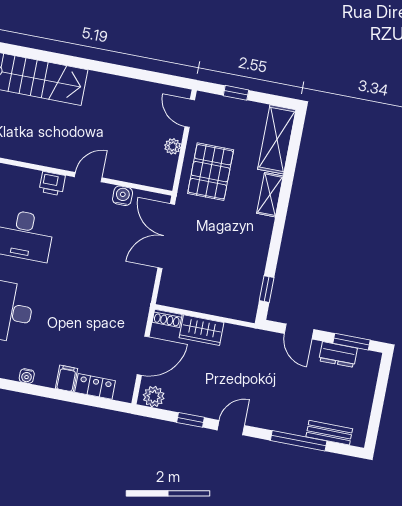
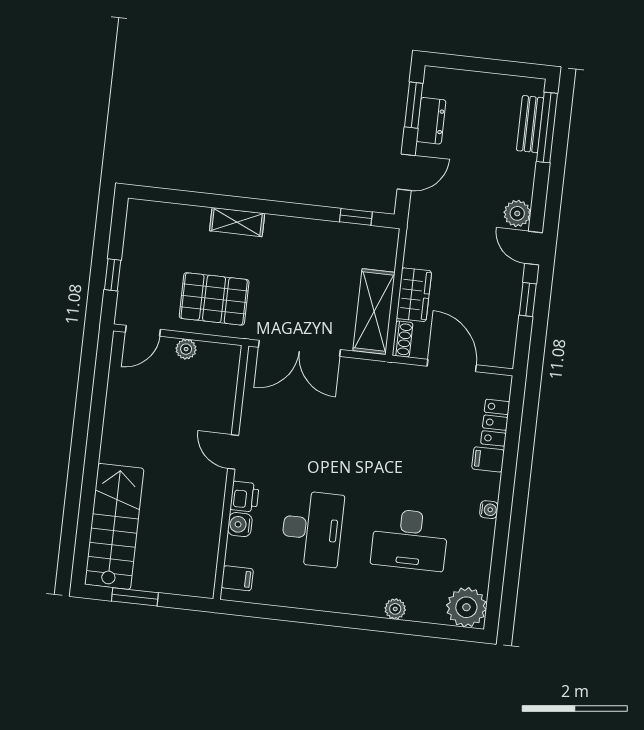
shelving: (277, 139) -> (374, 311), moved, turned 90
water cooler: (123, 196) -> (240, 525), moved
plant: (154, 397) -> (517, 213), moved
window: (299, 441) -> (547, 128), moved

